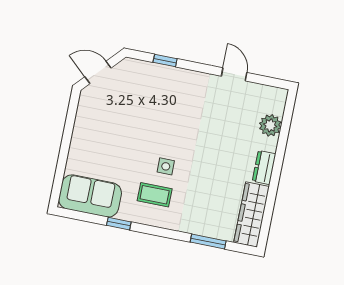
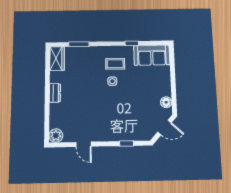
floor lamp: (85, 112) -> (166, 102), added
plant: (270, 125) -> (56, 136), moved
wardrobe: (252, 214) -> (57, 59), width x0.67

